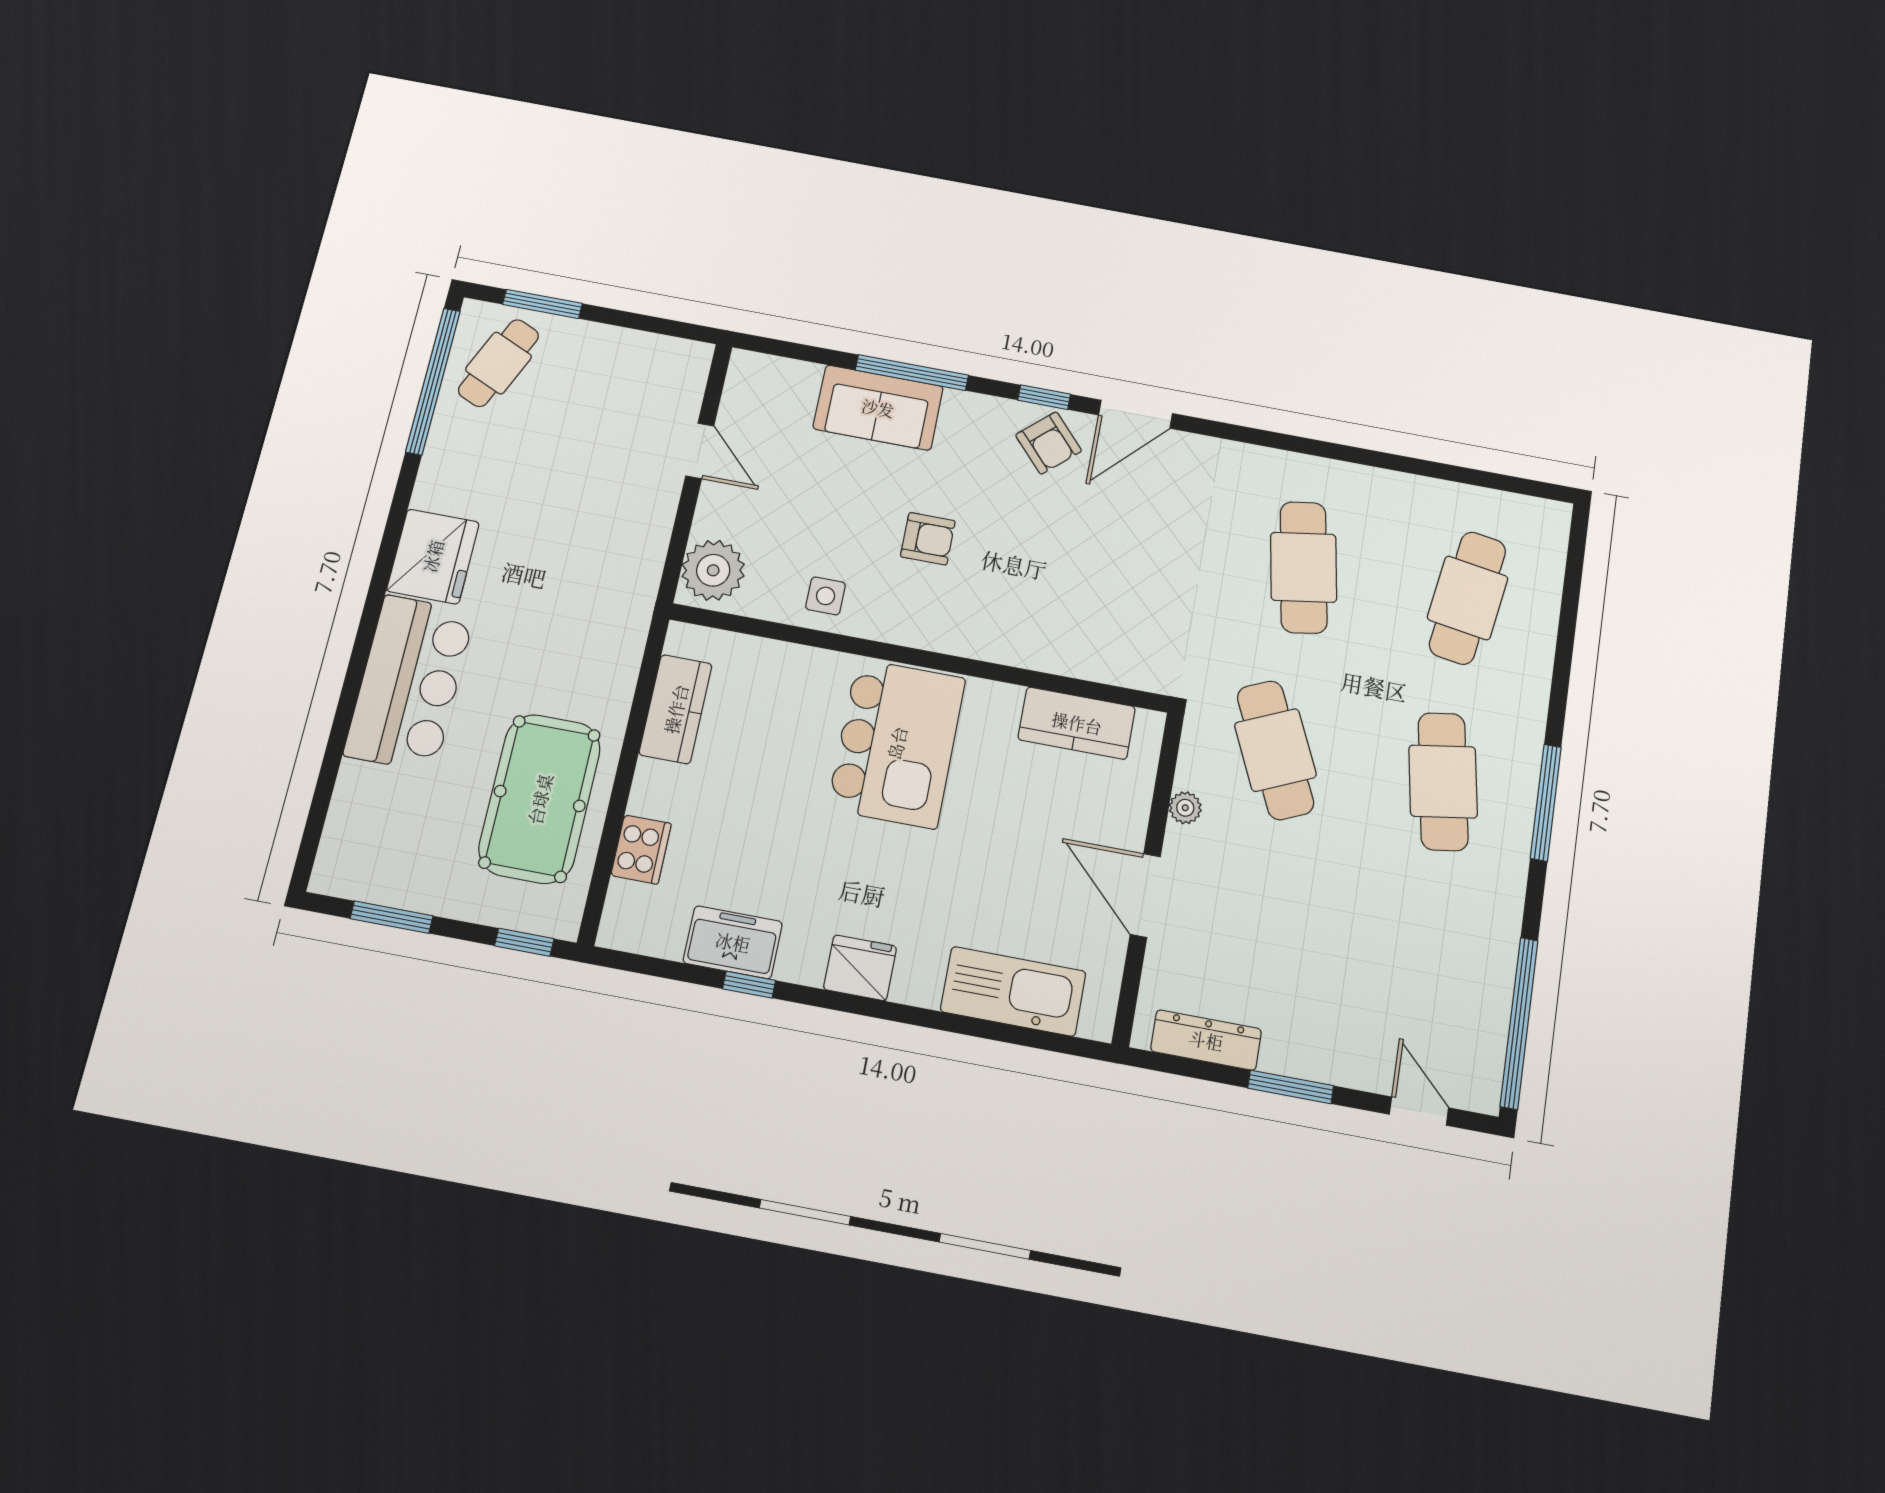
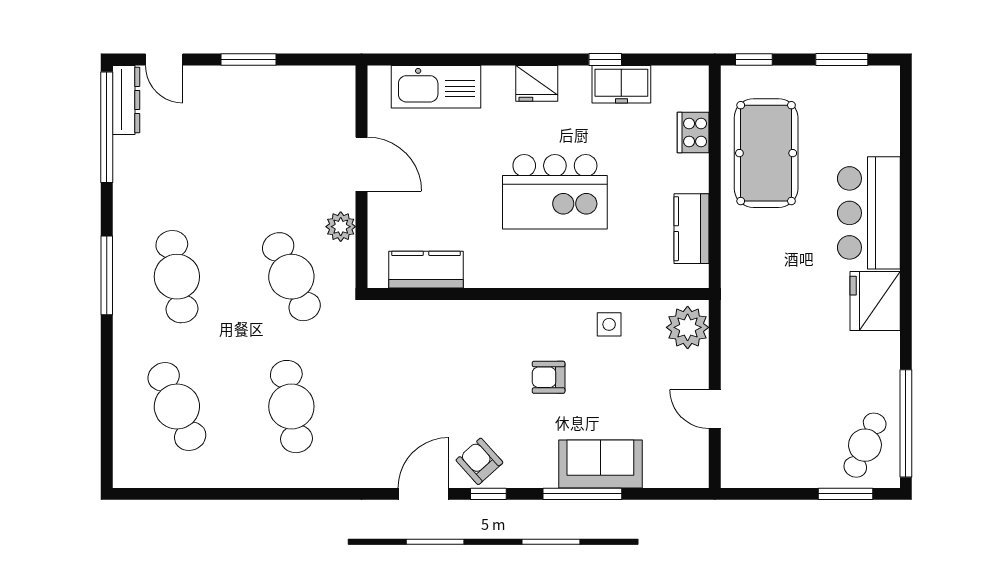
cafe table: (1468, 598) -> (177, 407), turned -33
kitchen island: (897, 743) -> (555, 192), moved, turned -90
plant: (1185, 808) -> (341, 227), width x1.38, depth x1.38
dresser: (1206, 1040) -> (126, 100), moved, turned -90

